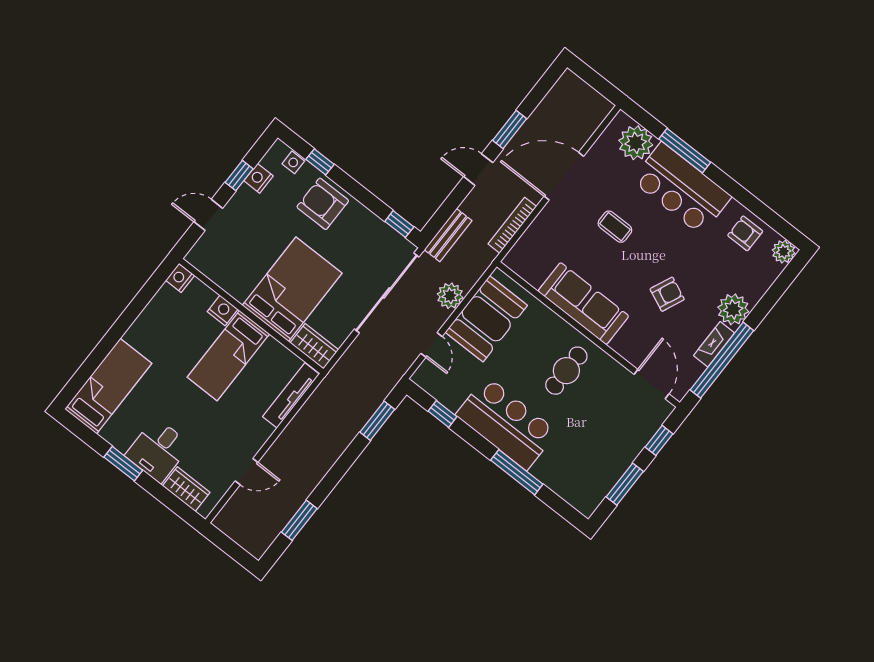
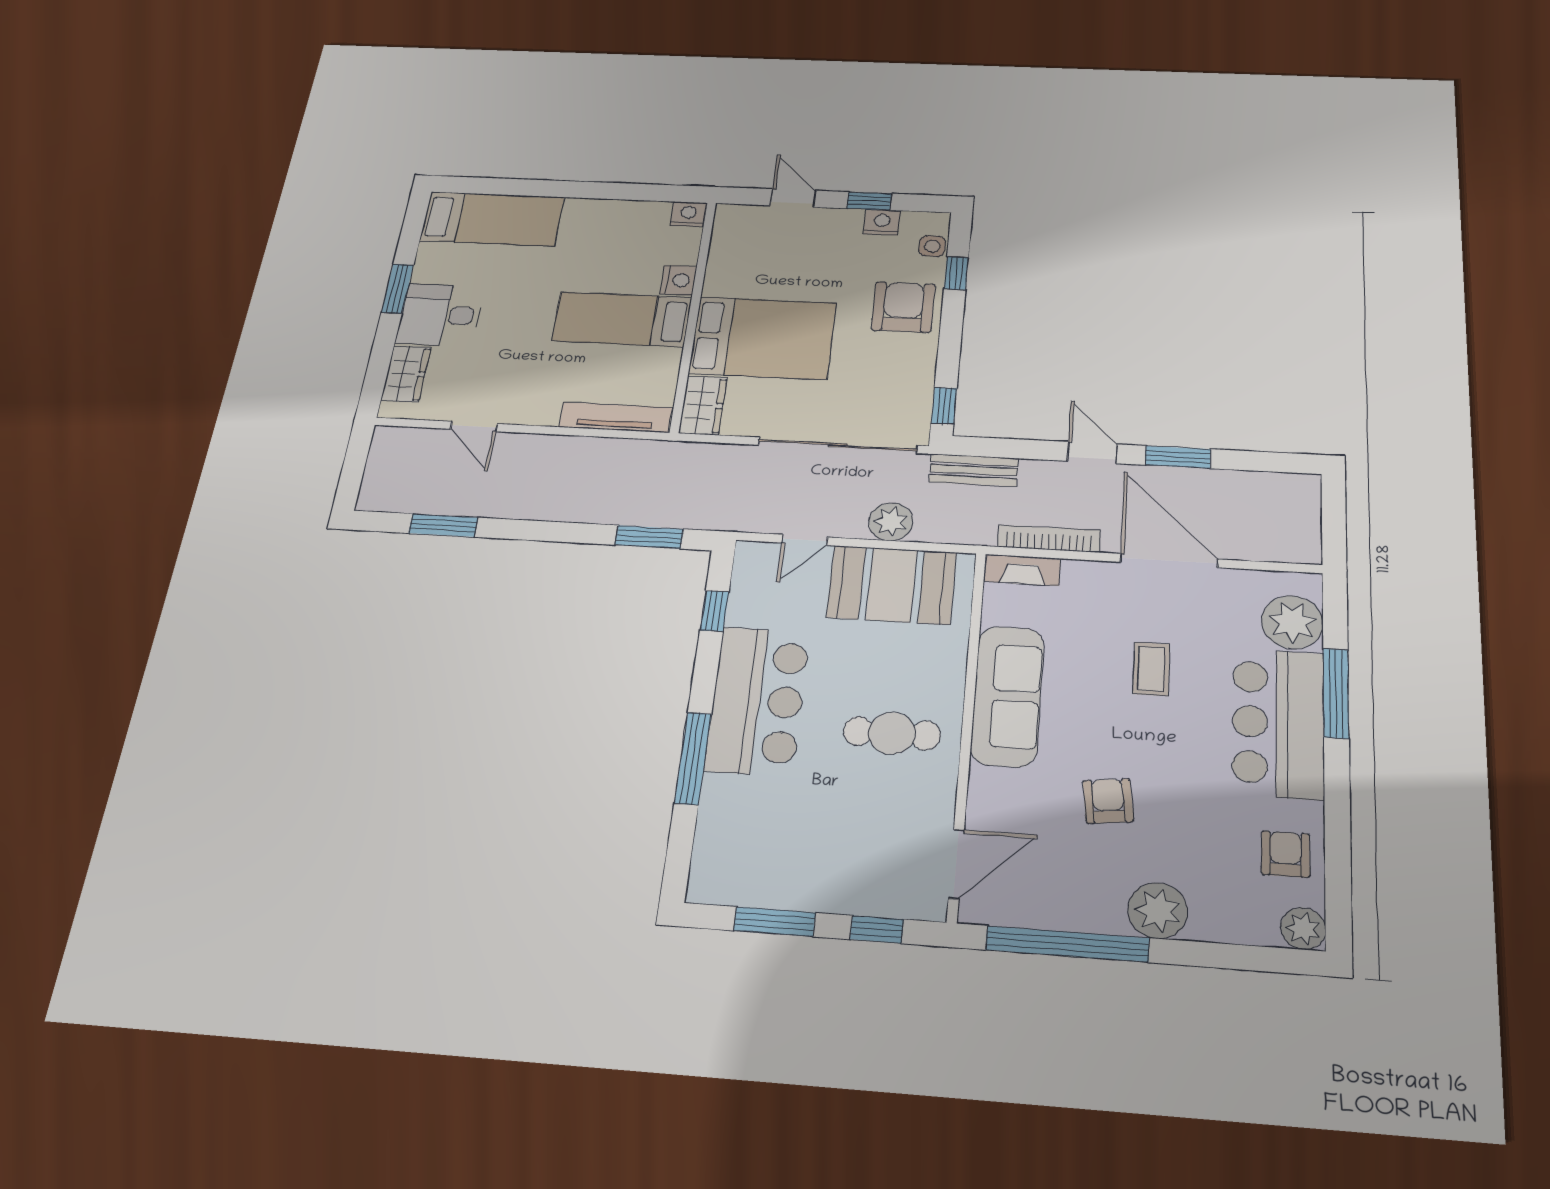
armchair: (667, 294) -> (1108, 801), turned -121
fireplace: (714, 344) -> (1023, 570), moved, turned 180

